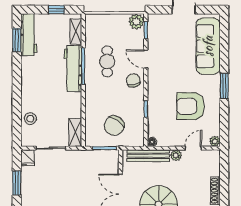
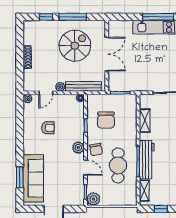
cafe table: (107, 61) -> (118, 165), width x1.37, depth x1.35
plant: (155, 83) -> (78, 148), added
window: (224, 86) -> (20, 177), moved
armchair: (191, 106) -> (48, 128), width x0.53, depth x0.53
chair: (114, 126) -> (106, 120), moved, turned 147
shelving: (75, 133) -> (145, 121), moved

